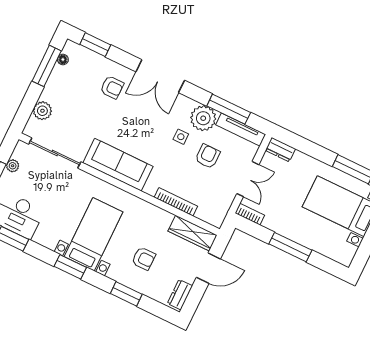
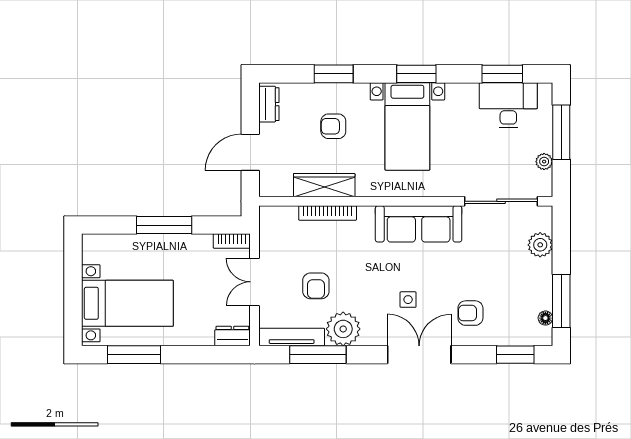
side table: (181, 137) -> (408, 300), moved
wardrobe: (193, 233) -> (324, 185), moved

